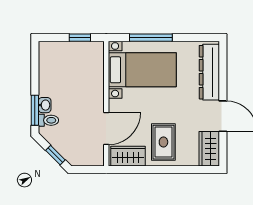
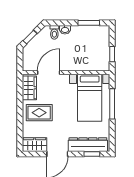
window: (223, 66) -> (92, 154), added
window: (35, 110) -> (89, 23), moved
door: (106, 128) -> (49, 73), swing flipped

